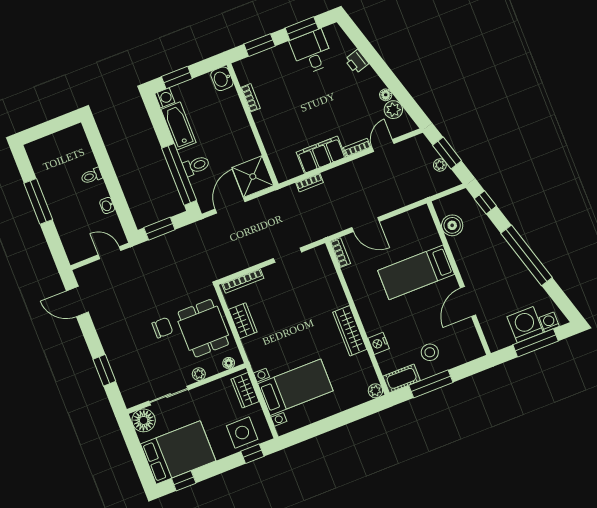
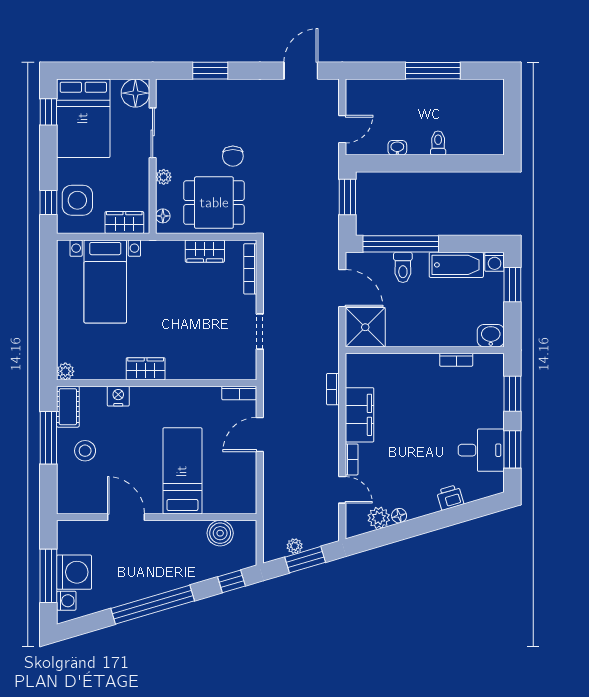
wardrobe: (350, 331) -> (146, 369), width x0.67

